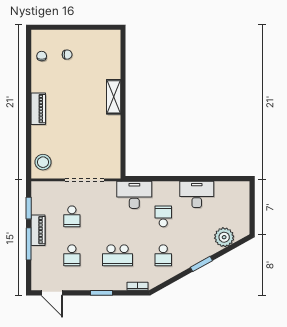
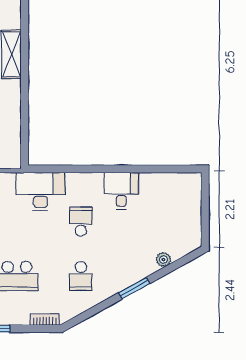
desk: (197, 194) -> (121, 191), width x0.73
plant: (224, 237) -> (164, 259), width x0.53, depth x0.53

